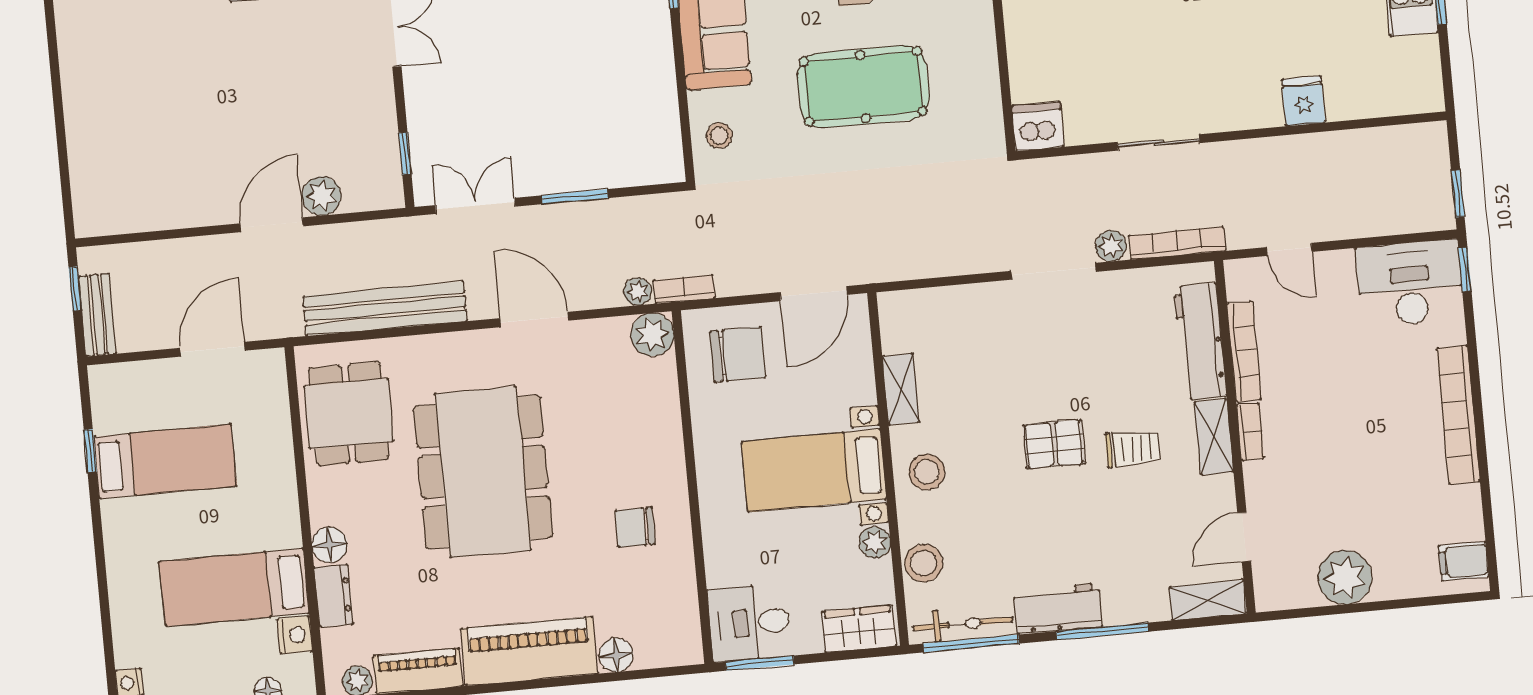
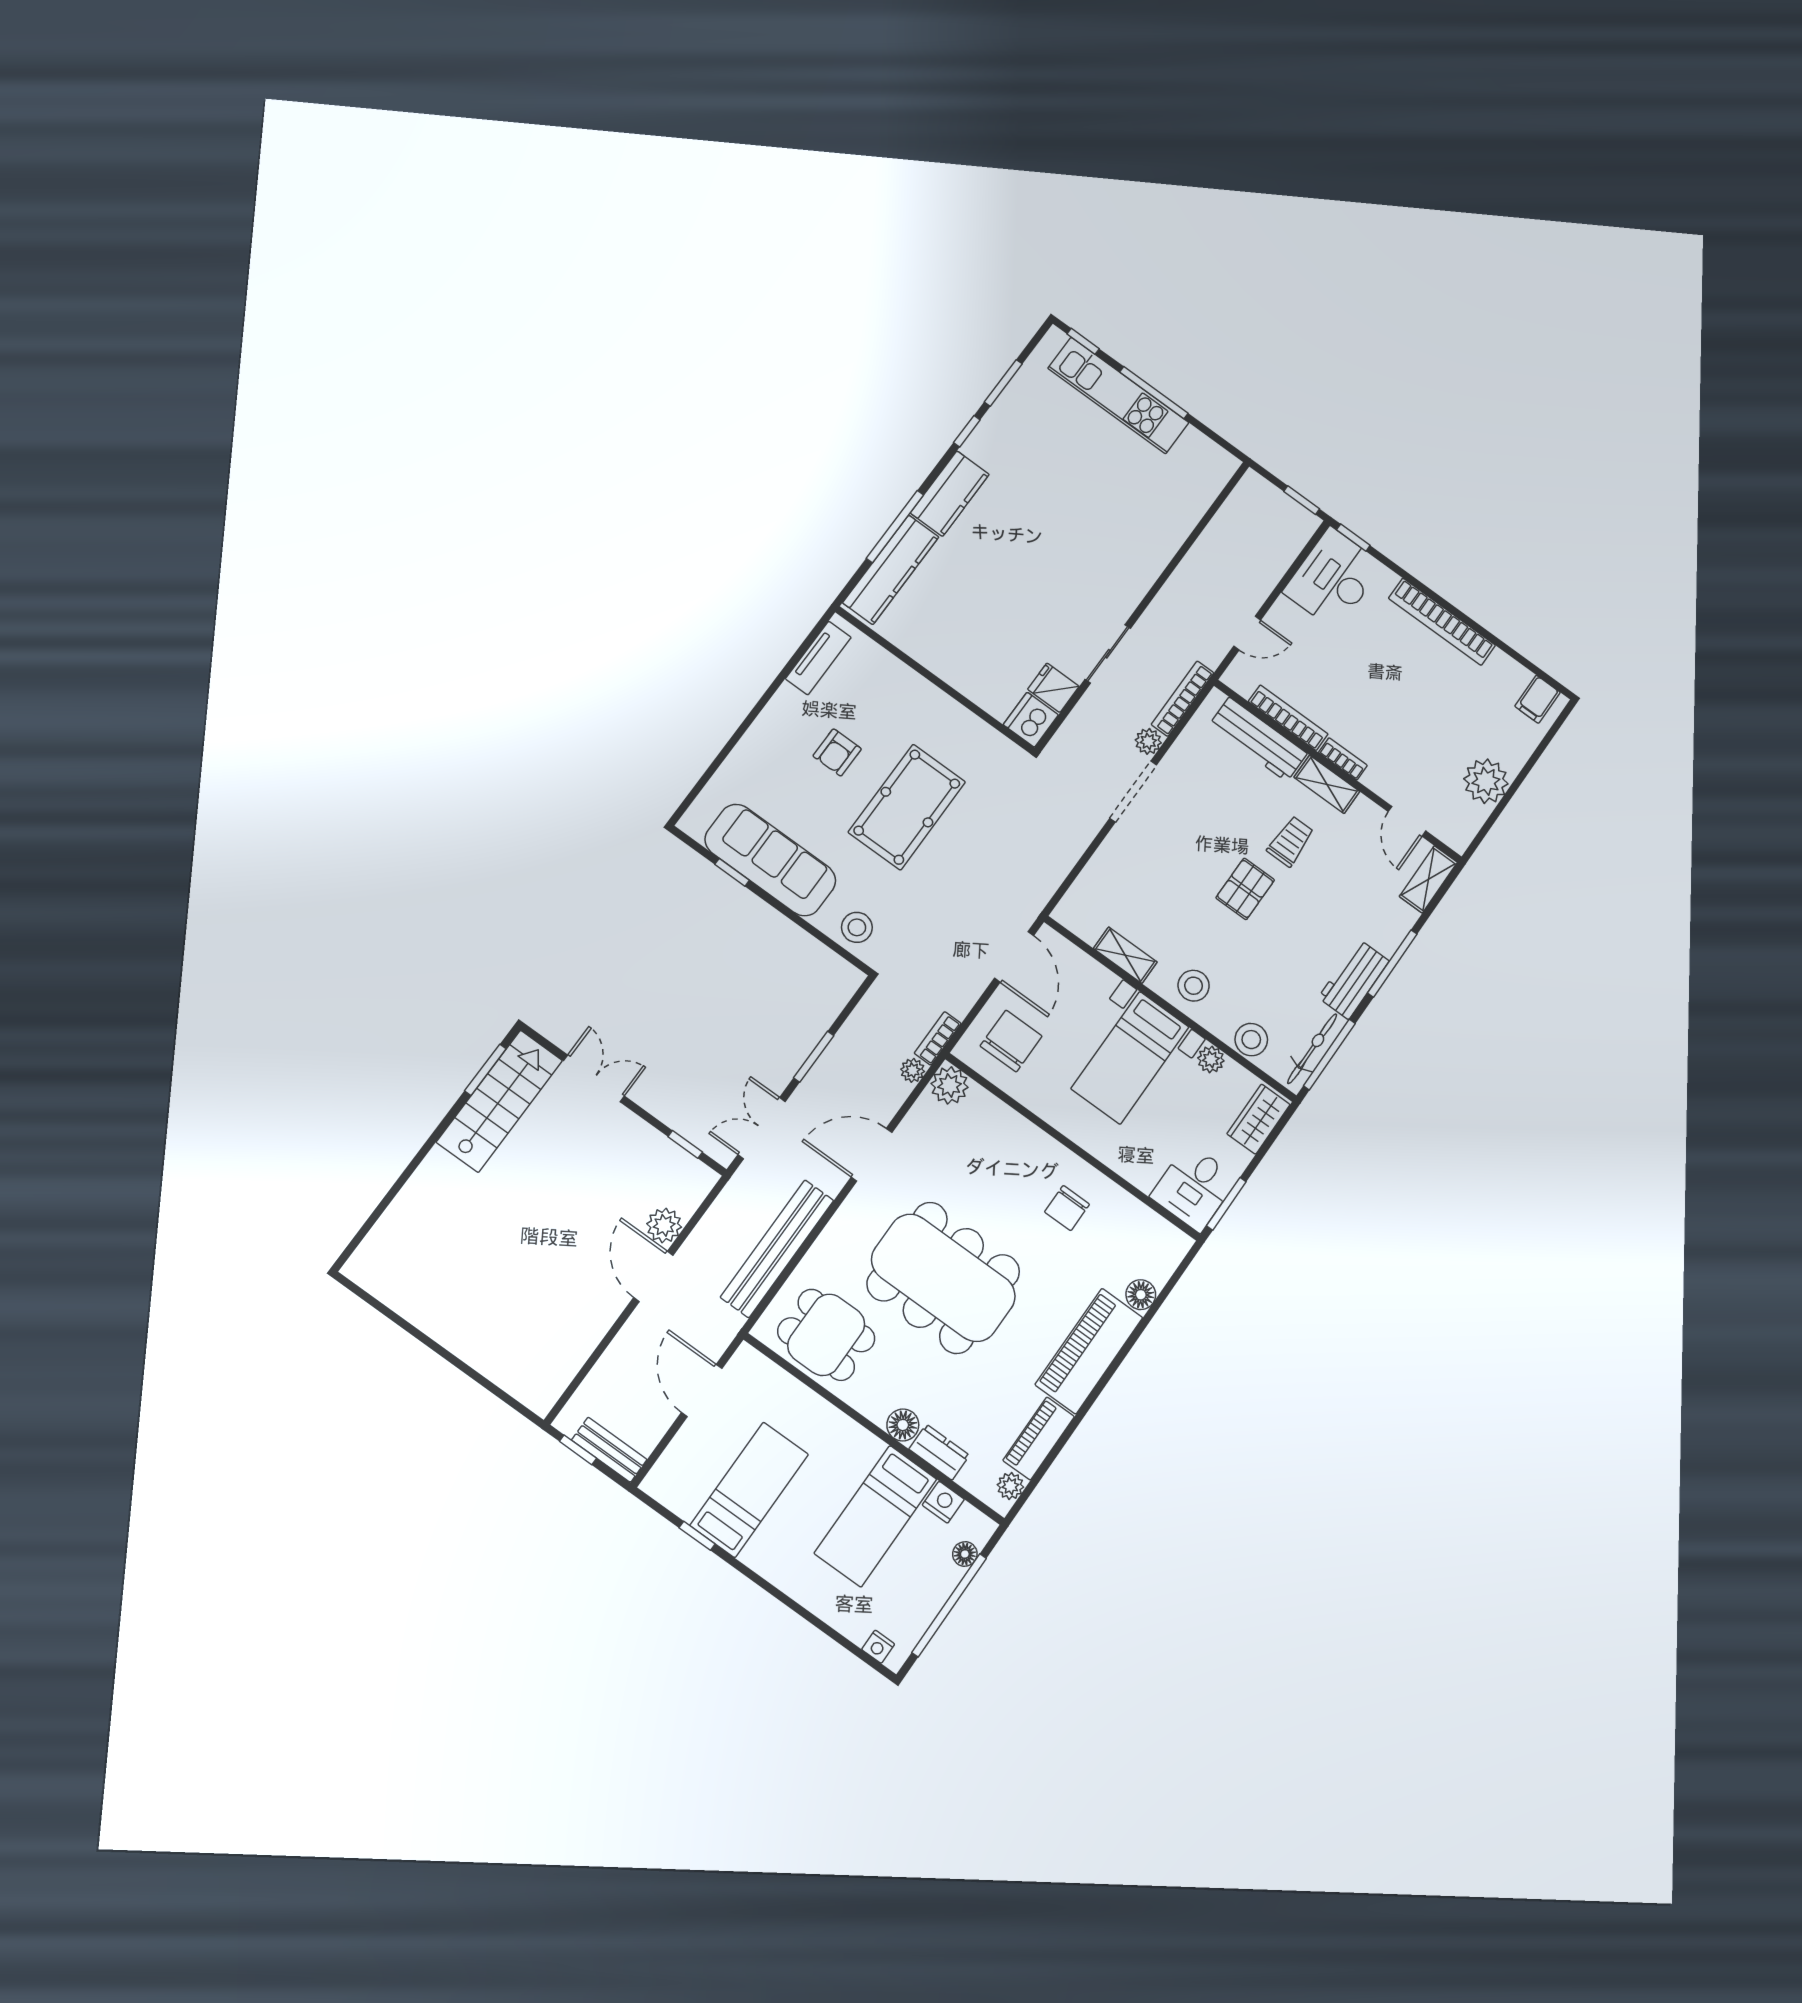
fridge: (1303, 101) -> (1053, 688), moved
stool: (719, 136) -> (857, 927), width x1.37, depth x1.37

